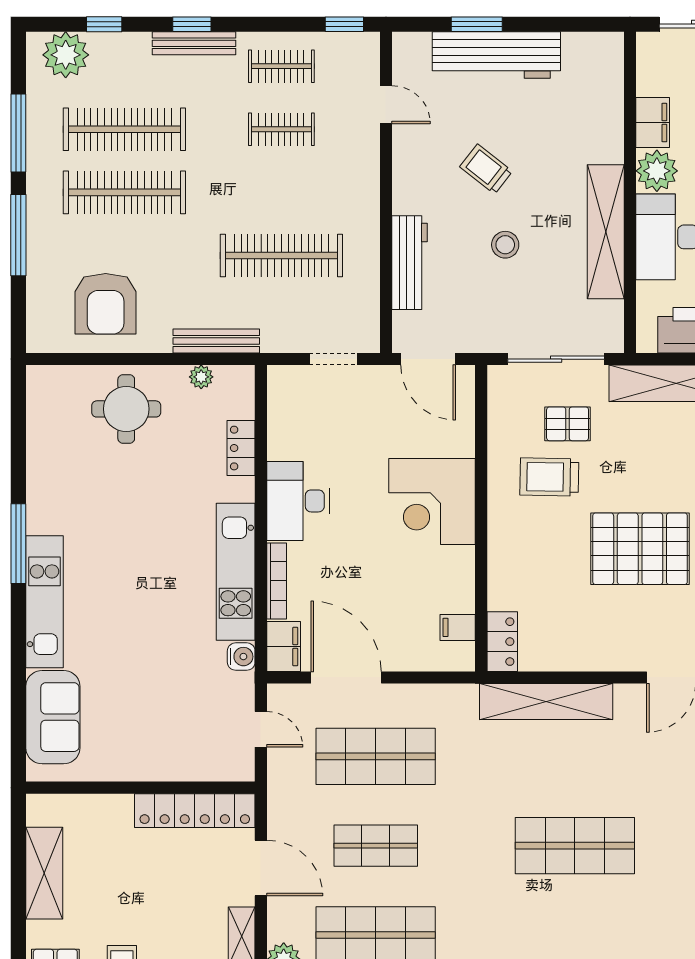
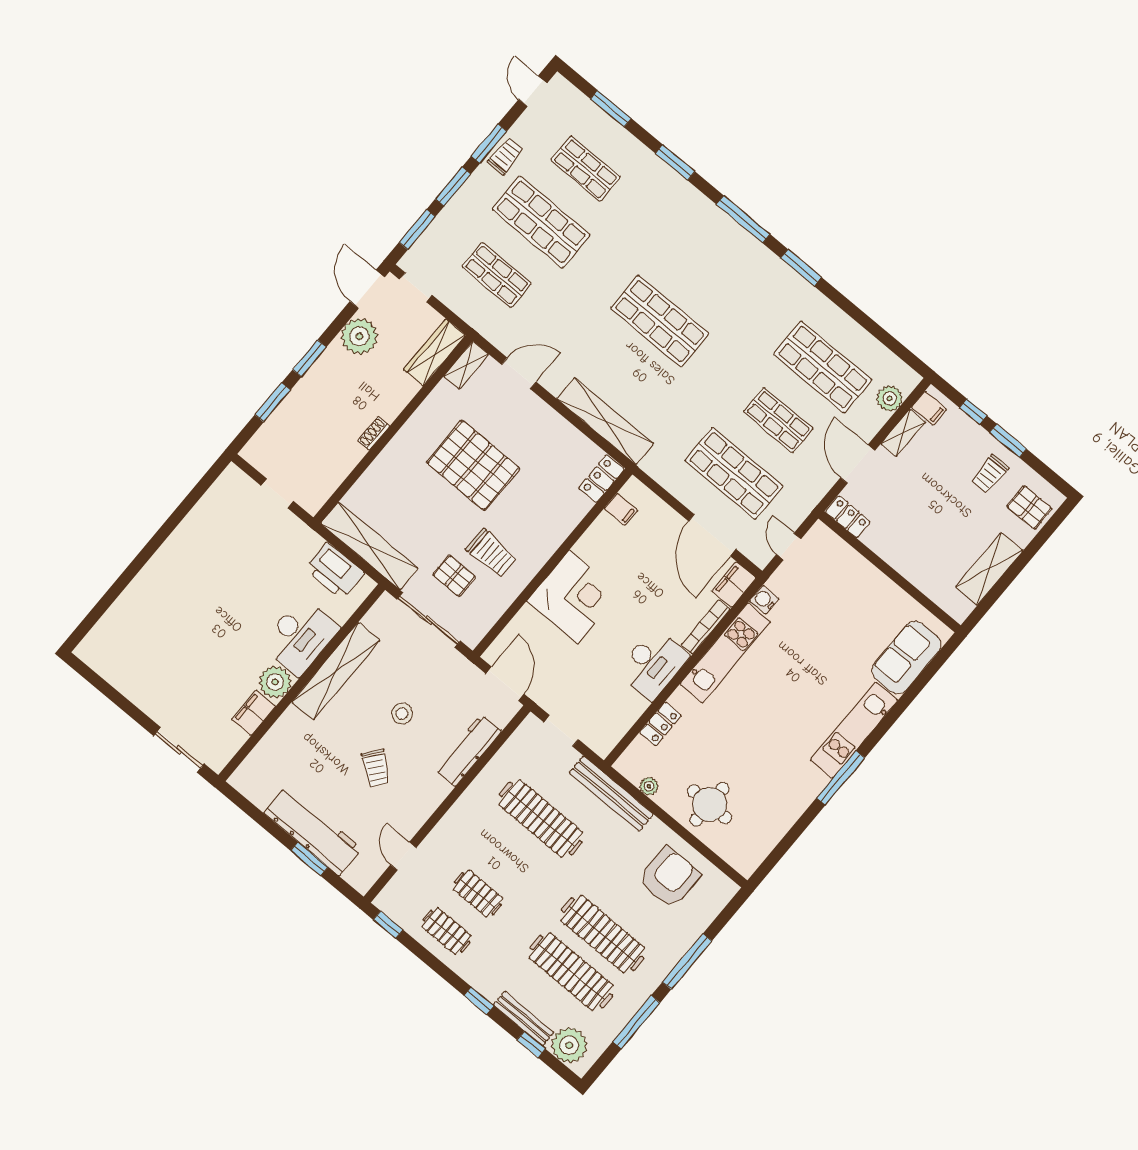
bench: (194, 43) -> (524, 1019), moved
bench: (216, 341) -> (611, 794), width x1.37, depth x1.21
locker: (195, 811) -> (848, 517), width x0.46, depth x0.83

